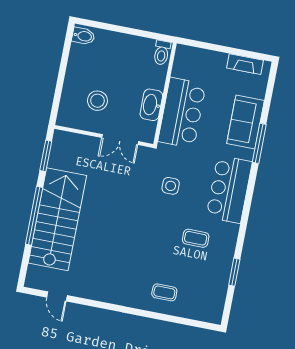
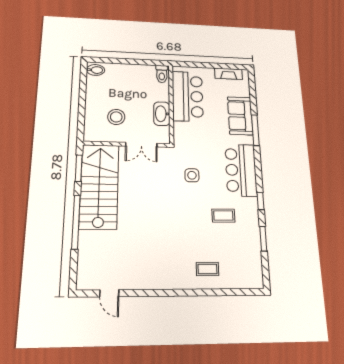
bar counter: (182, 113) -> (188, 96), moved
stairs: (57, 219) -> (99, 186), moved
window: (243, 230) -> (260, 201), added

